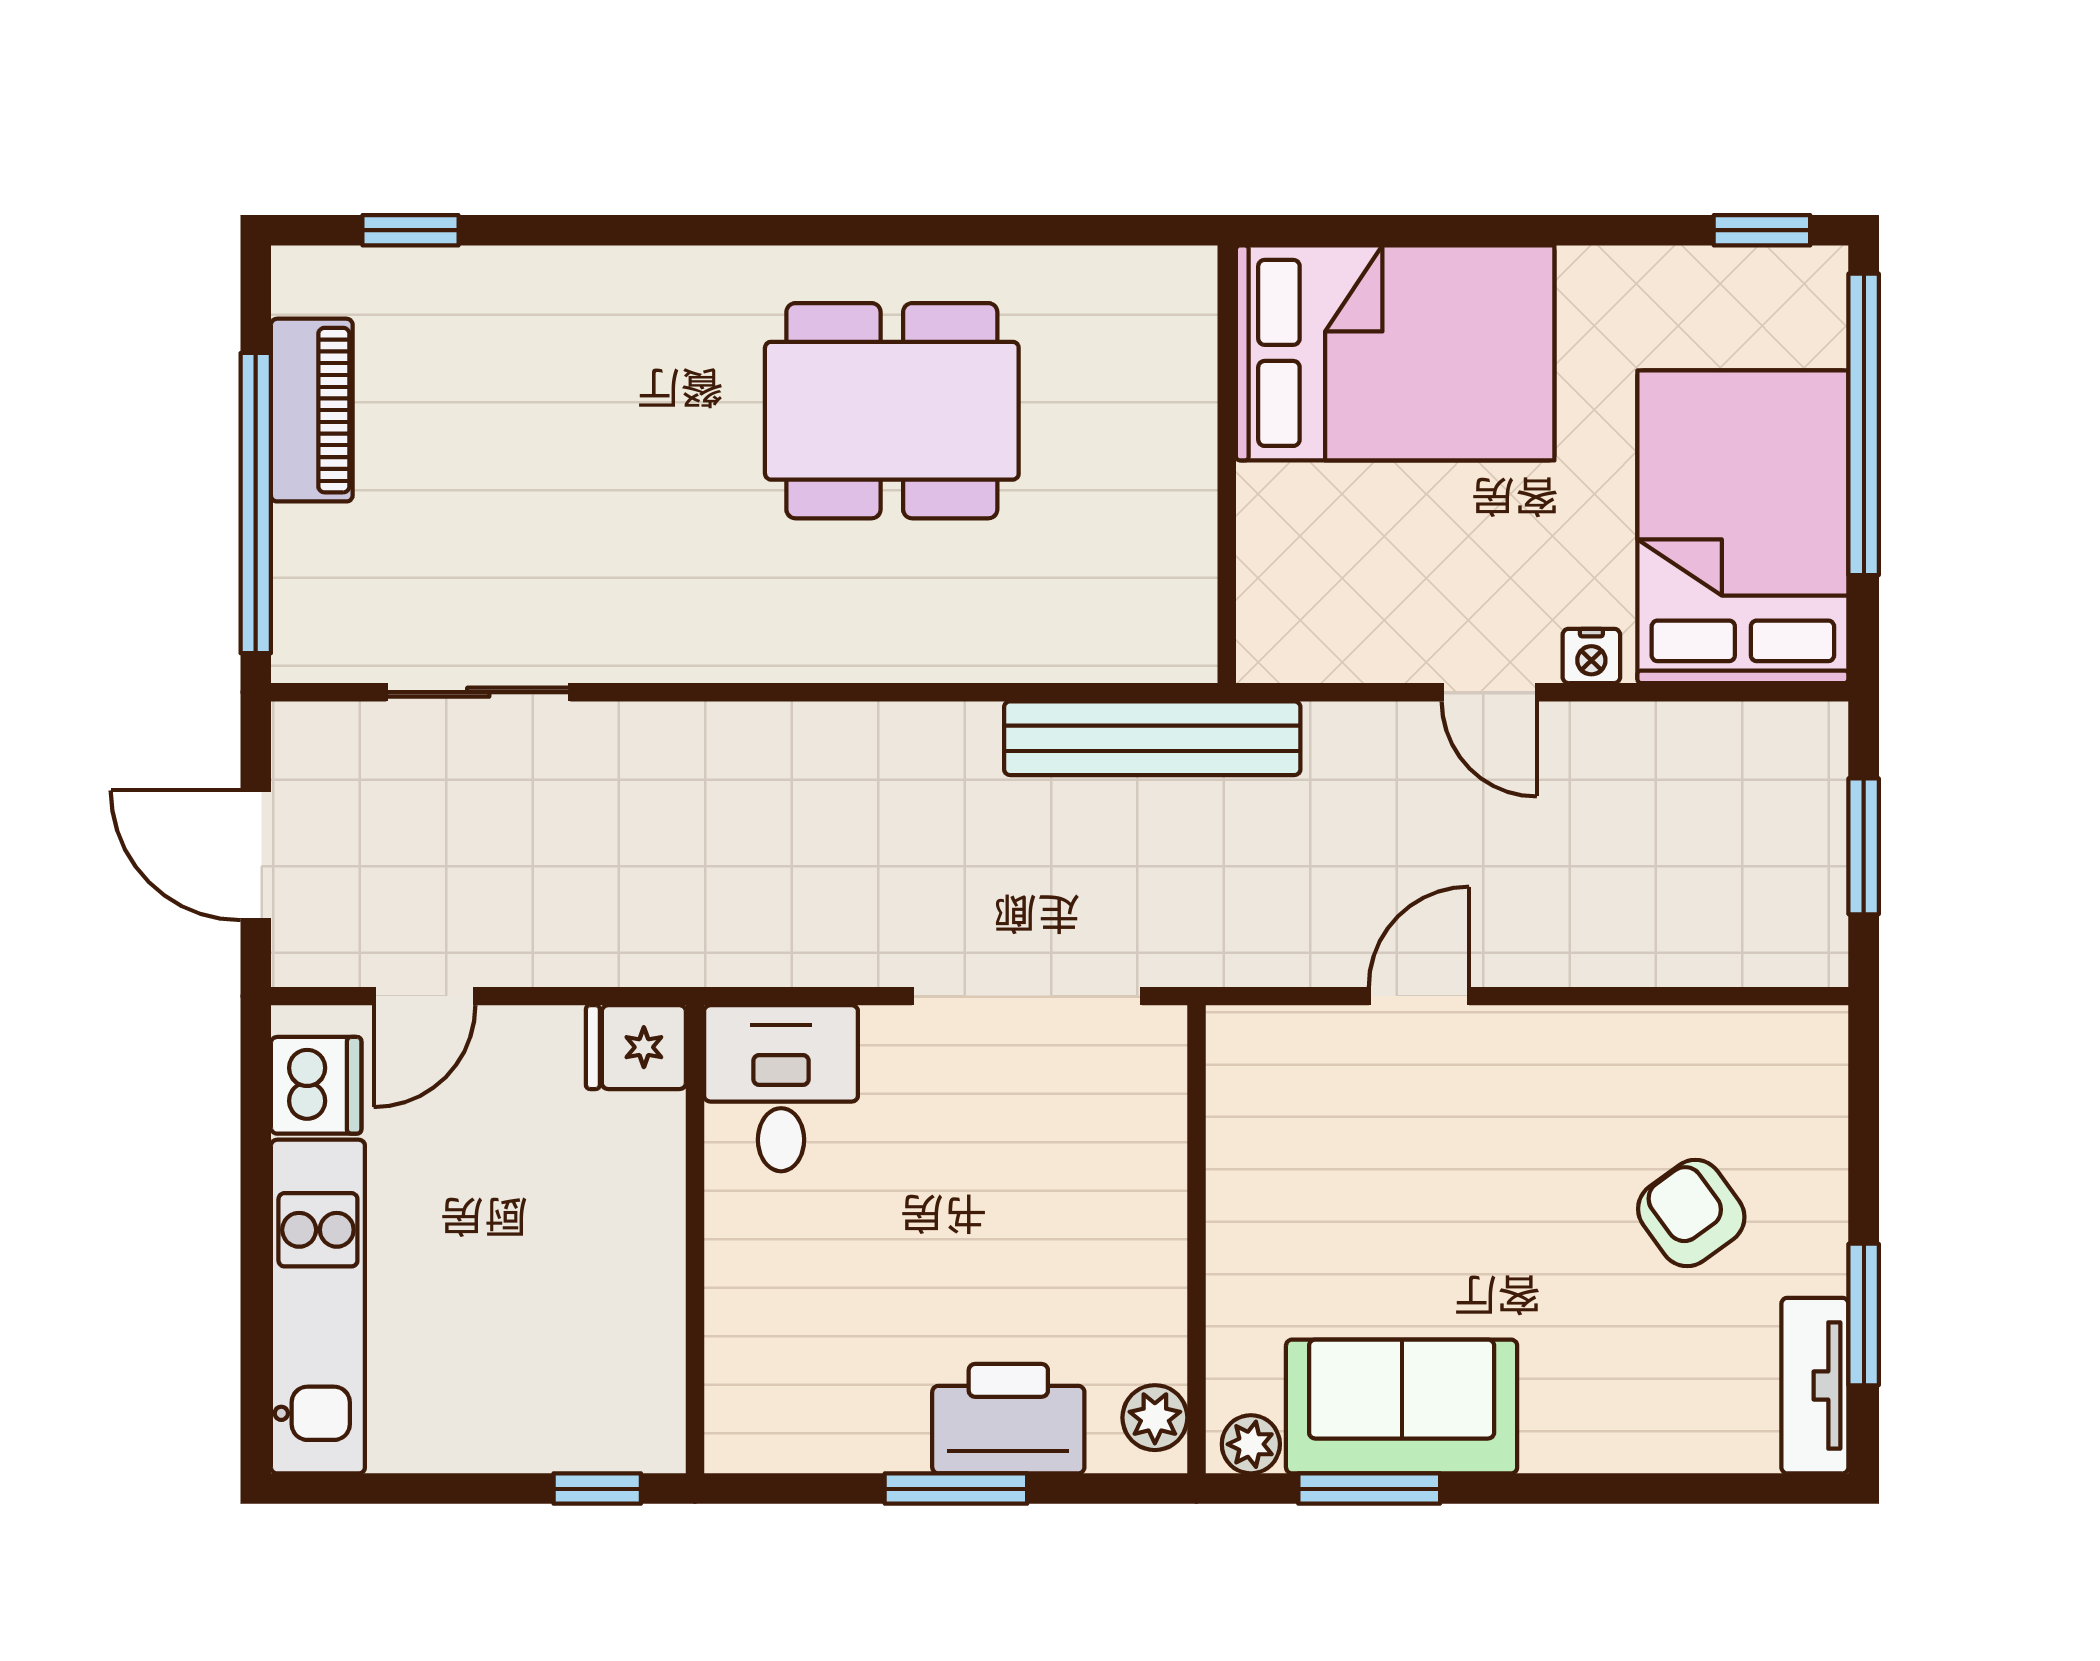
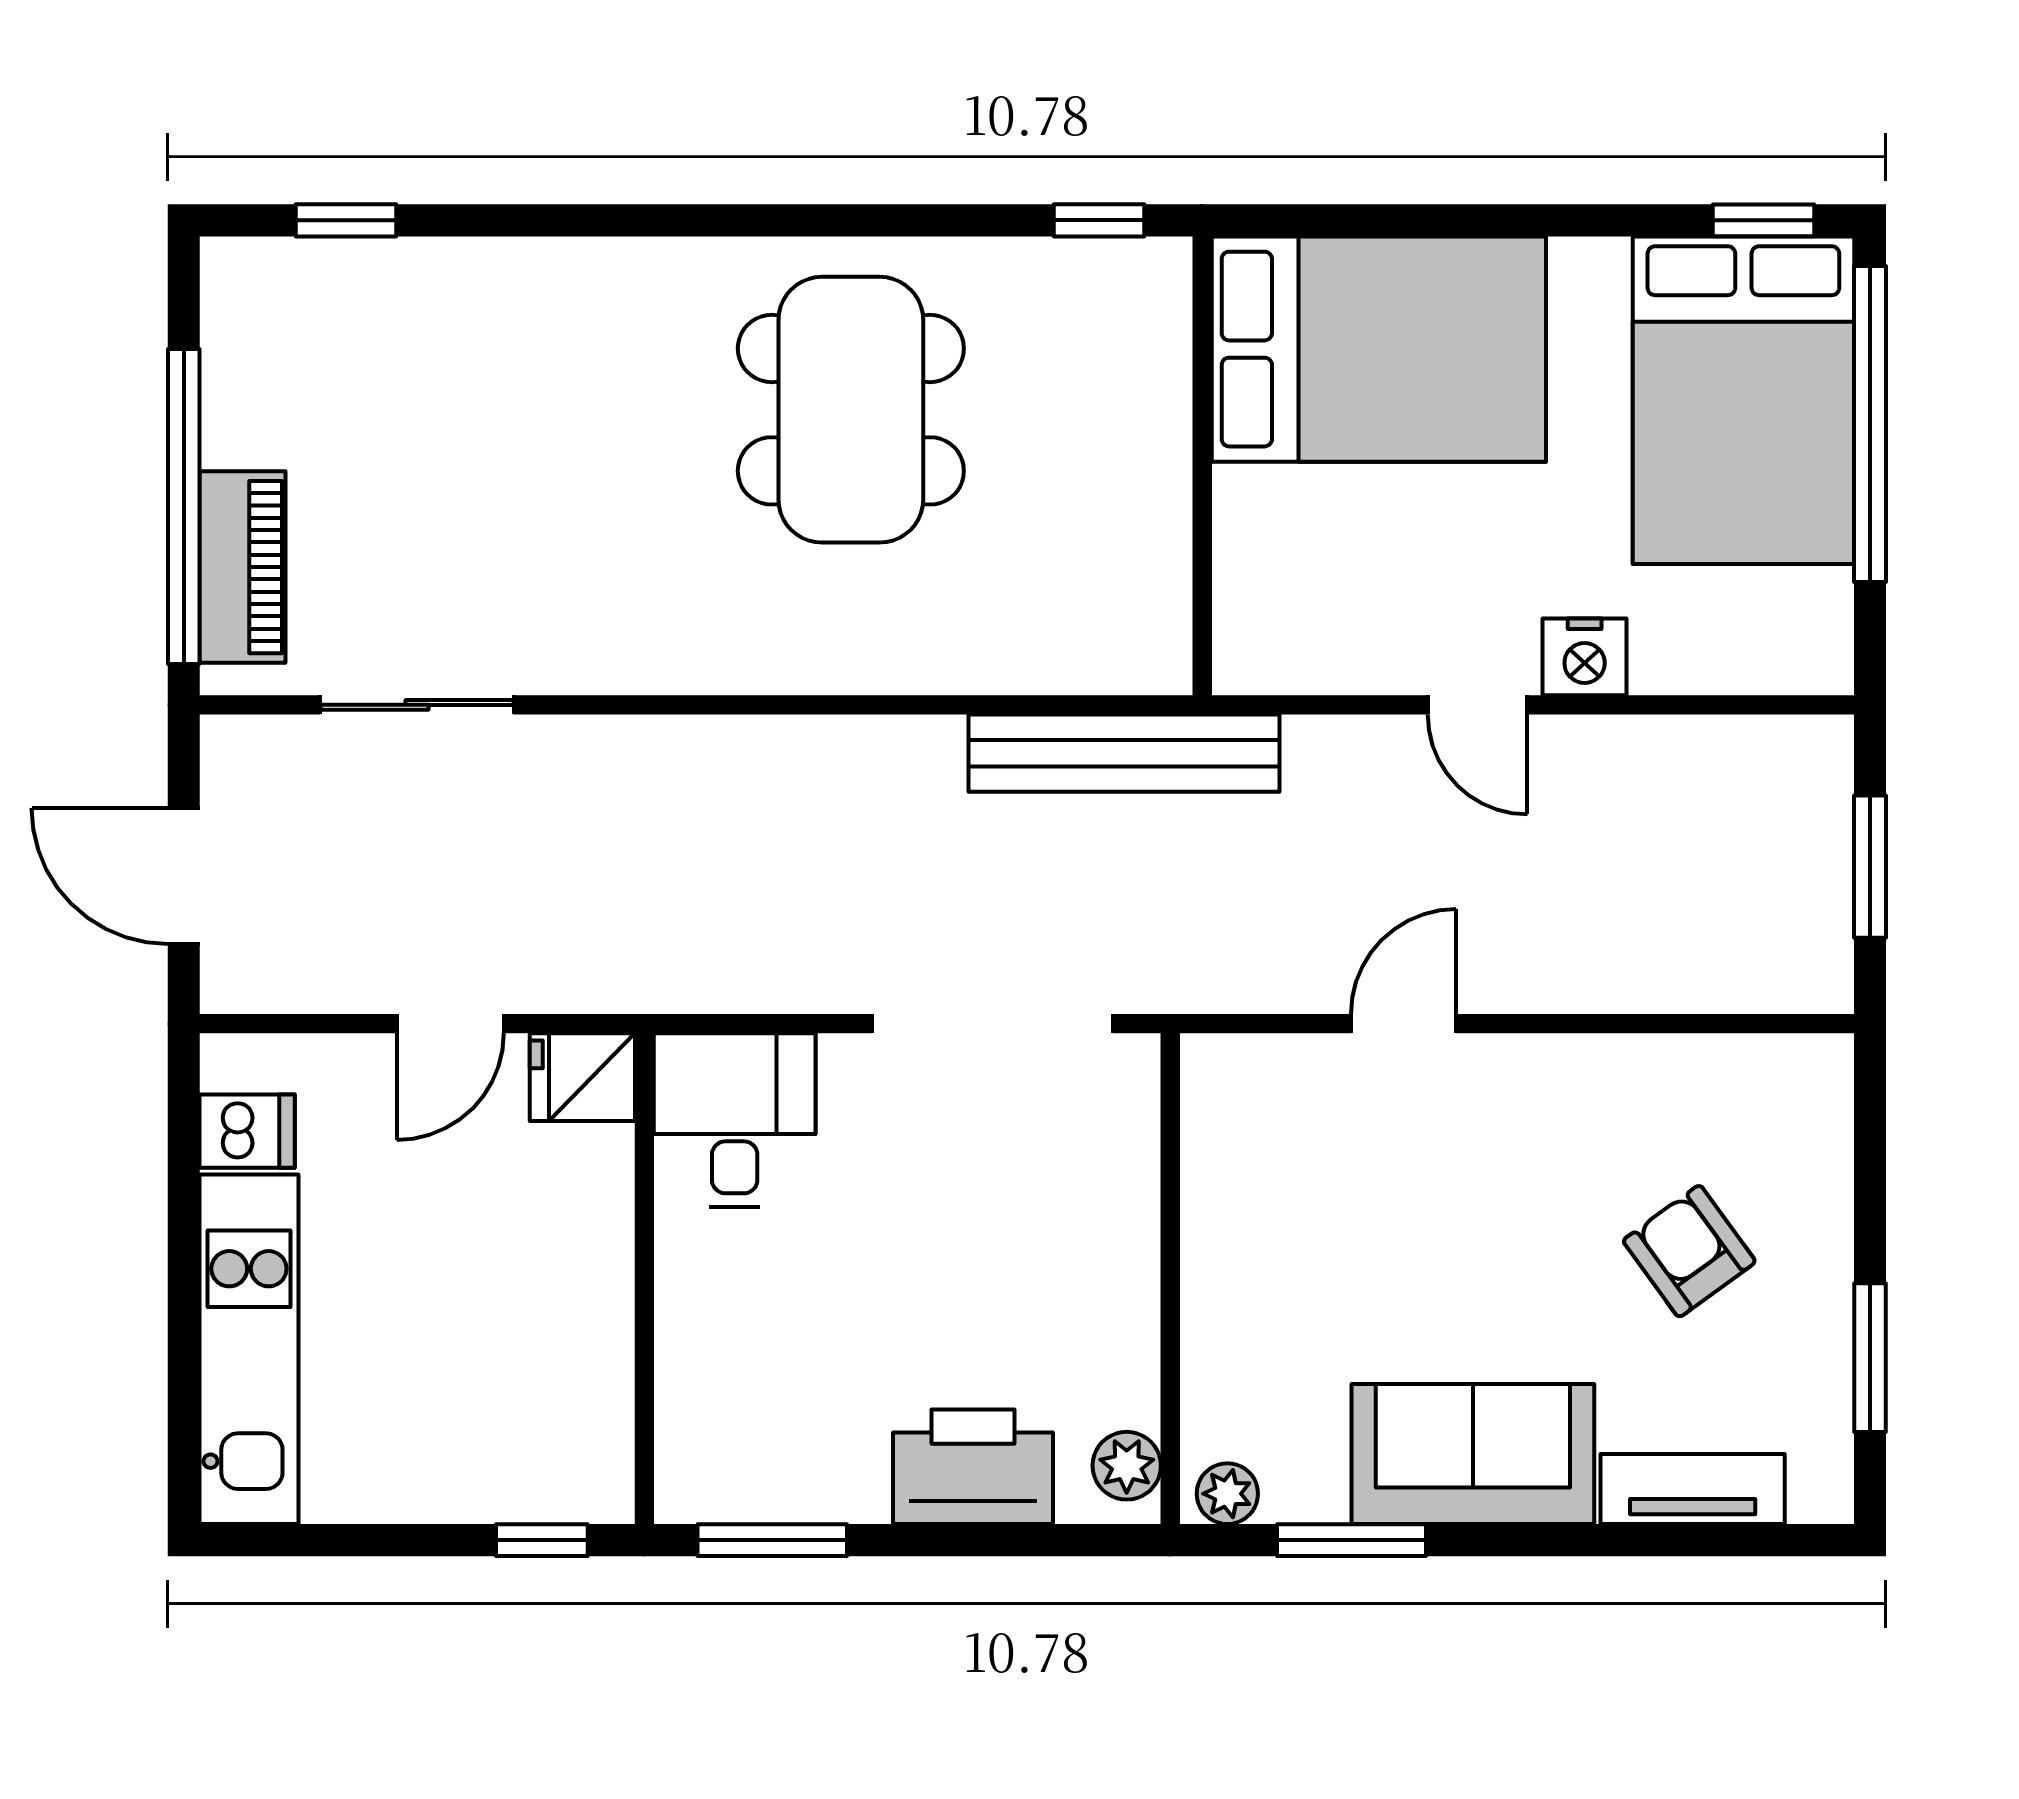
window: (1128, 230) -> (1099, 220), added
piano: (312, 410) -> (243, 567), moved
dining table: (892, 411) -> (851, 410), turned 90
bed: (1743, 527) -> (1743, 400), moved, turned 180
nightstand: (1591, 656) -> (1585, 657), width x1.39, depth x1.35
door: (424, 996) -> (450, 1024), moved
dishwasher: (316, 1085) -> (247, 1131), width x0.73
tv unit: (1815, 1386) -> (1693, 1489), moved, turned 90
sofa: (1402, 1406) -> (1473, 1454), moved
window: (956, 1489) -> (772, 1540), moved

